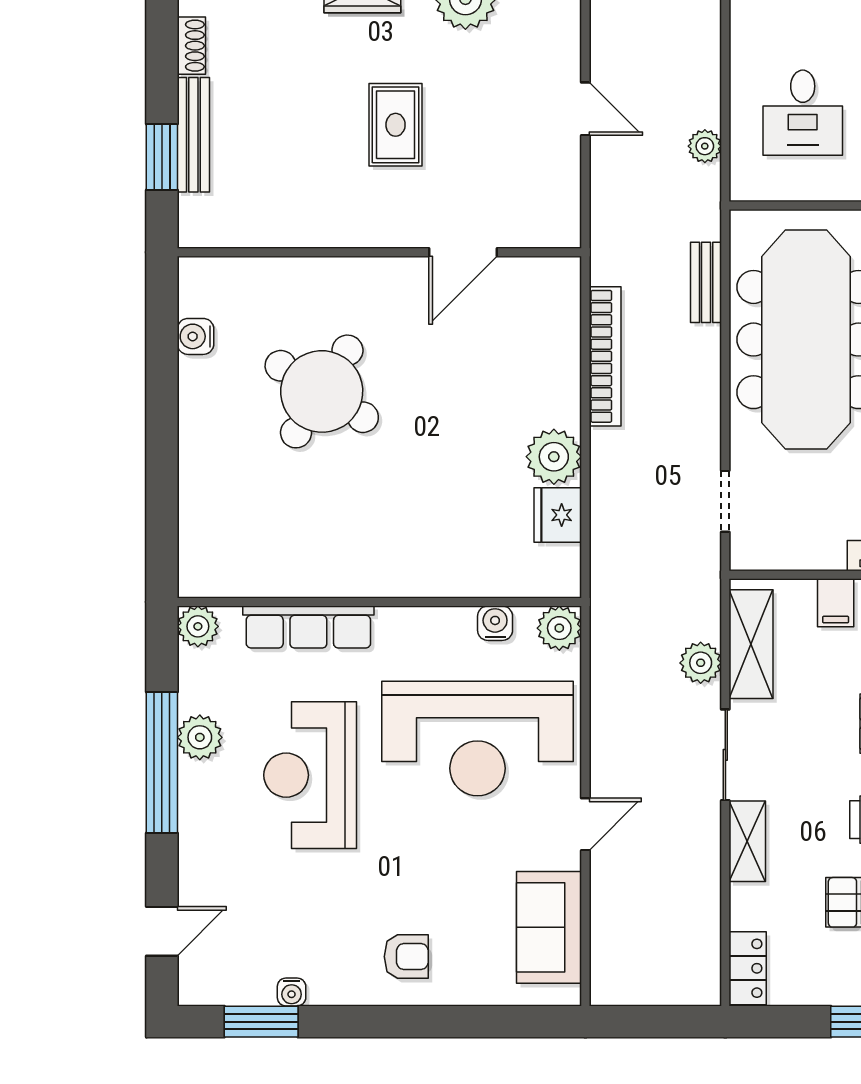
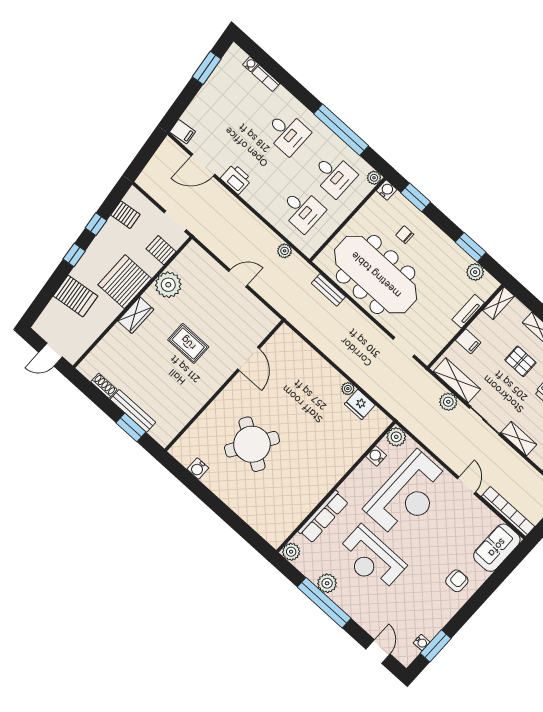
bookcase: (605, 356) -> (508, 511), moved
plant: (554, 457) -> (348, 389), width x0.53, depth x0.53
sofa: (549, 927) -> (497, 548), moved, turned 90
water cooler: (292, 992) -> (422, 642), moved

